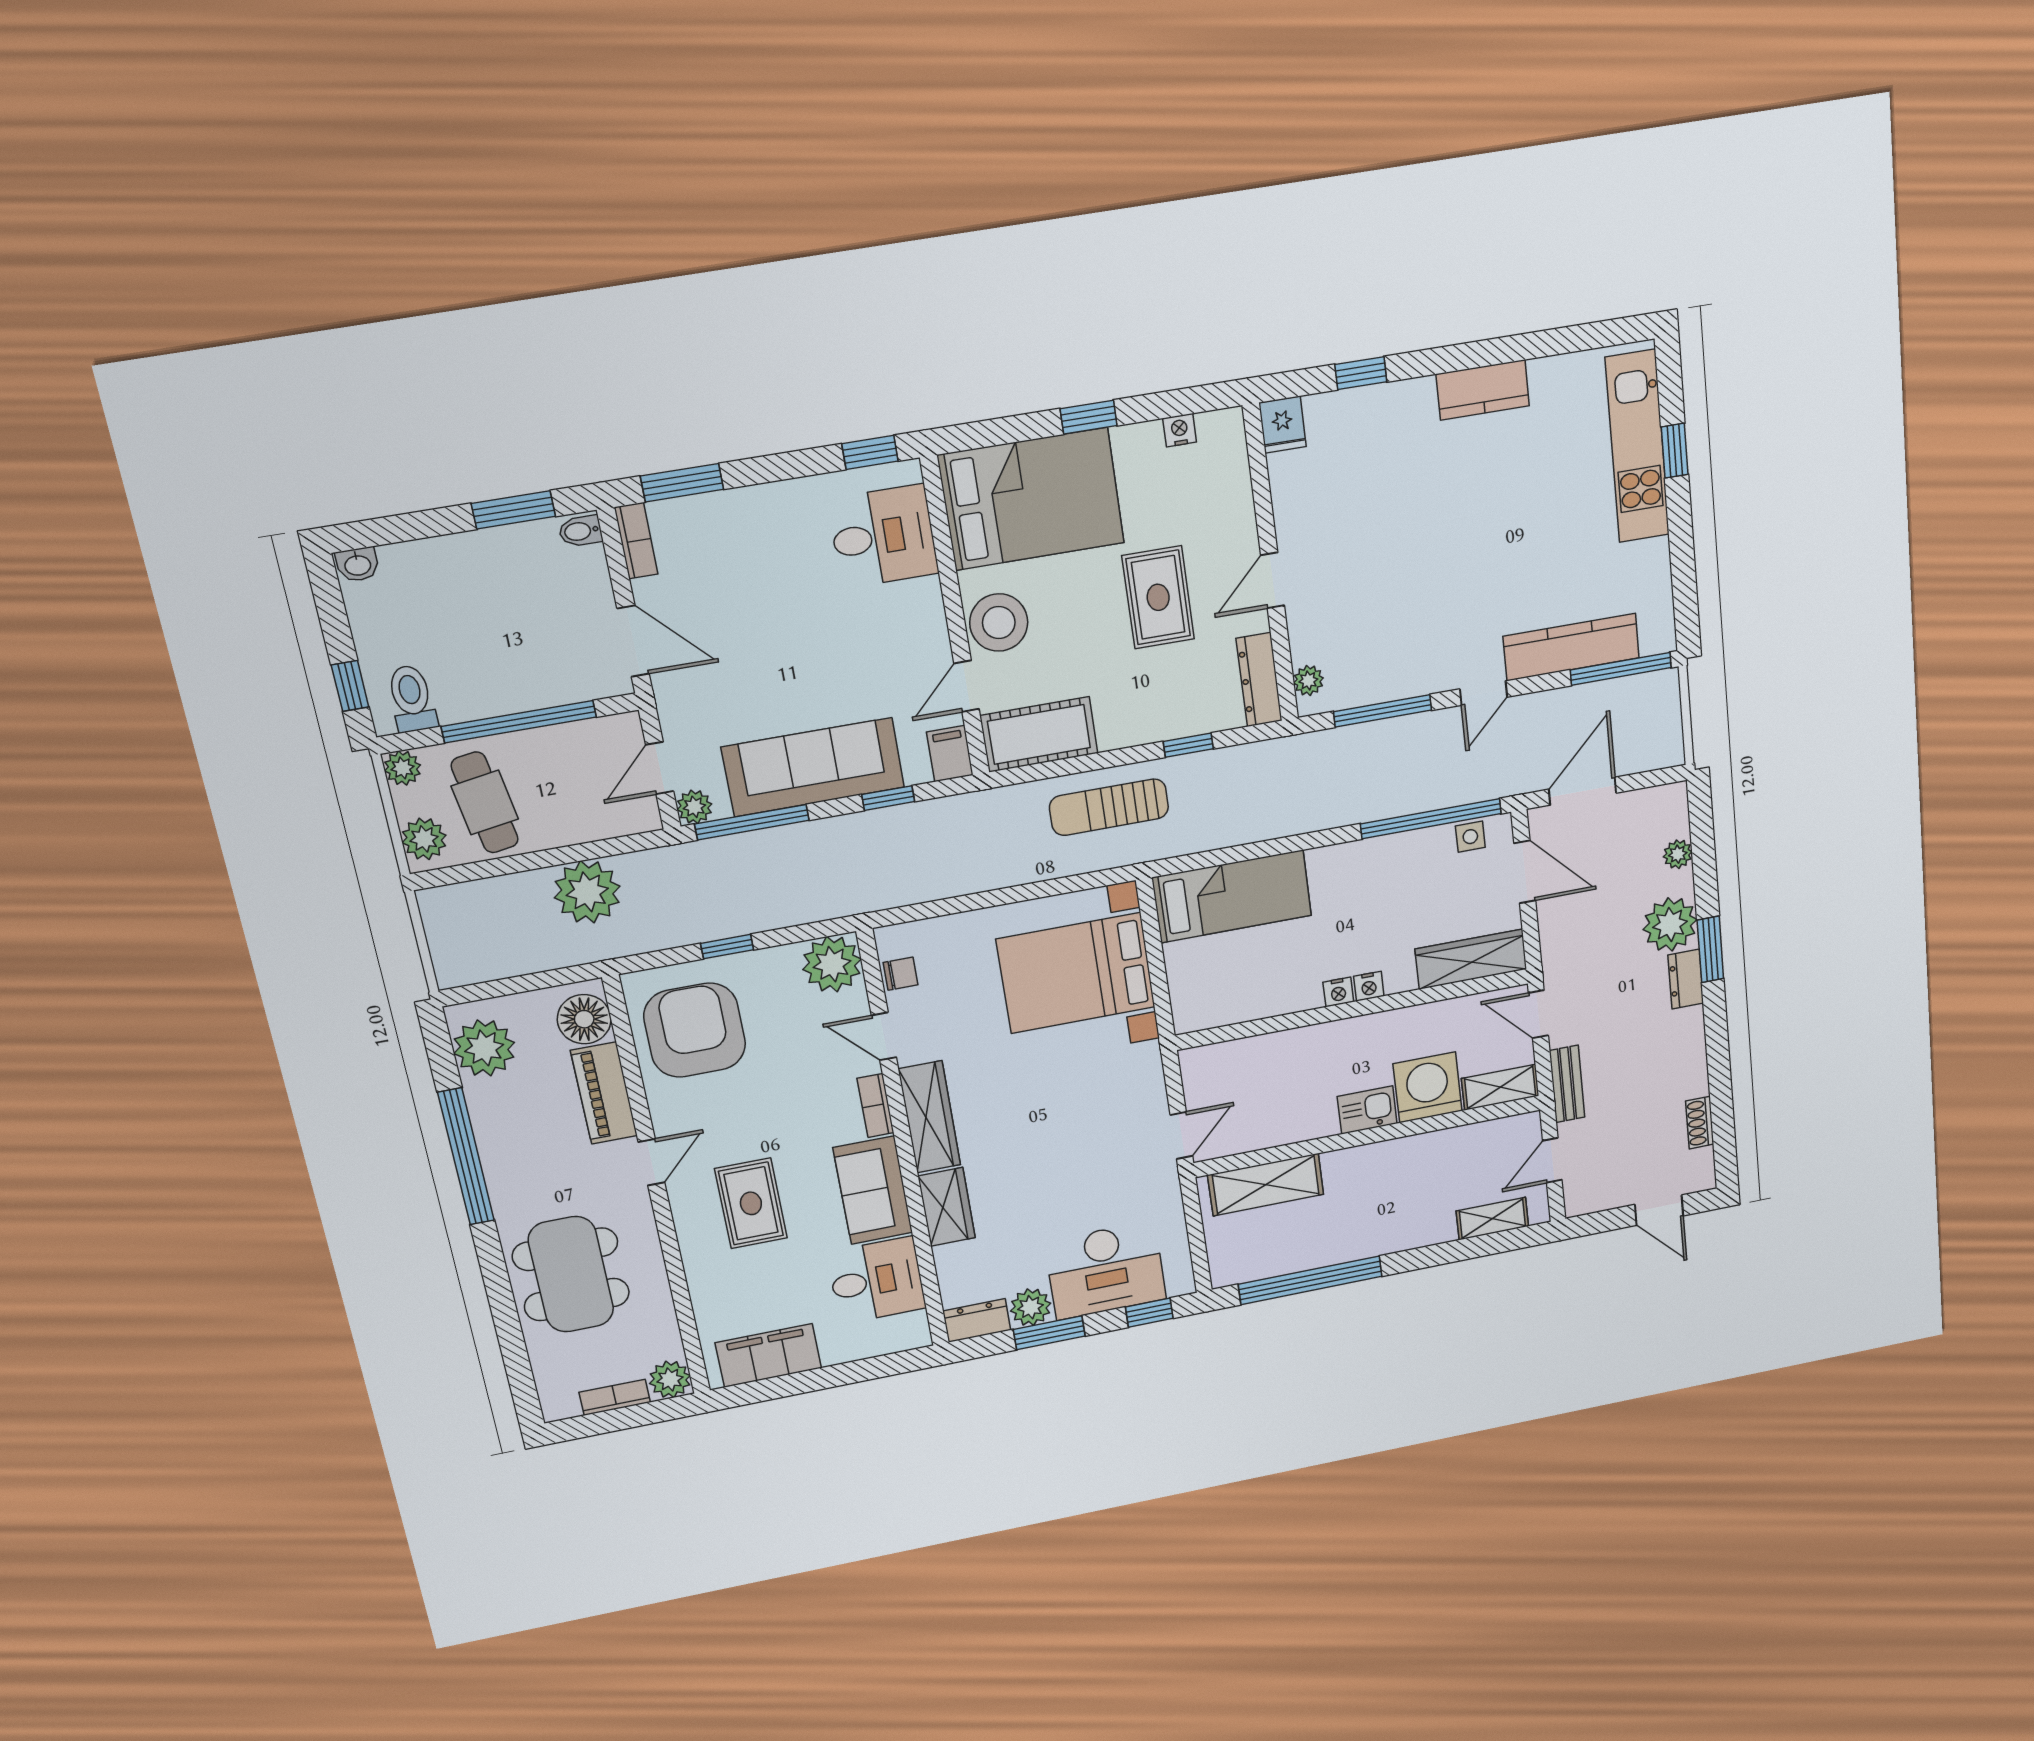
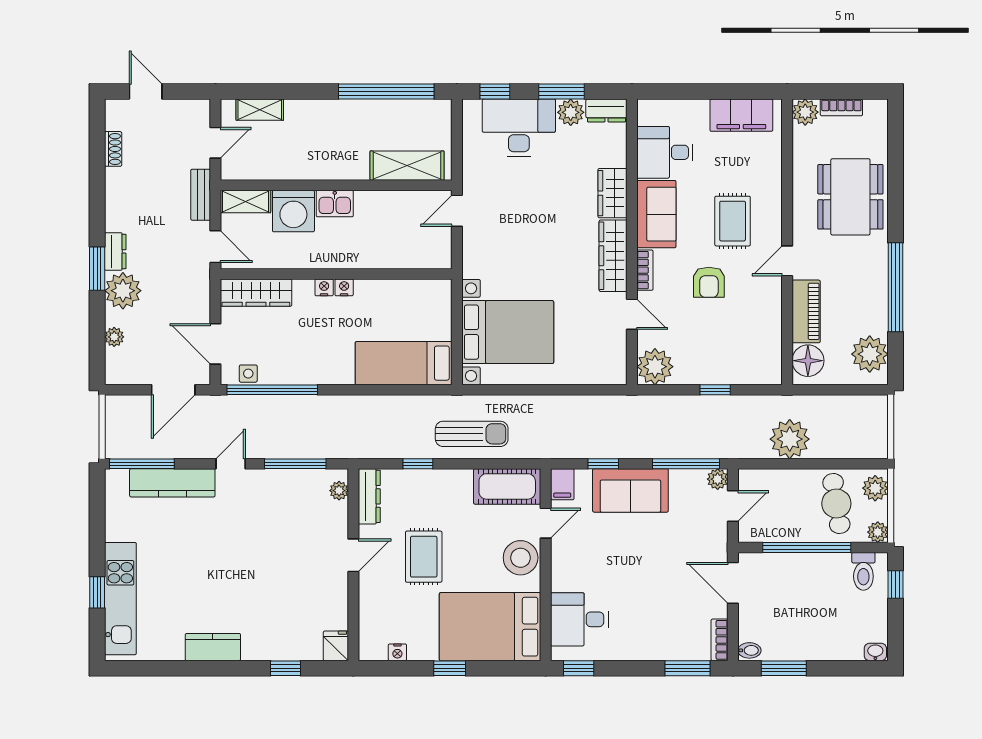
sofa: (813, 767) -> (630, 490), width x0.73
chair: (900, 974) -> (615, 353), removed
armchair: (695, 1030) -> (709, 282), moved, width x0.53, depth x0.53

